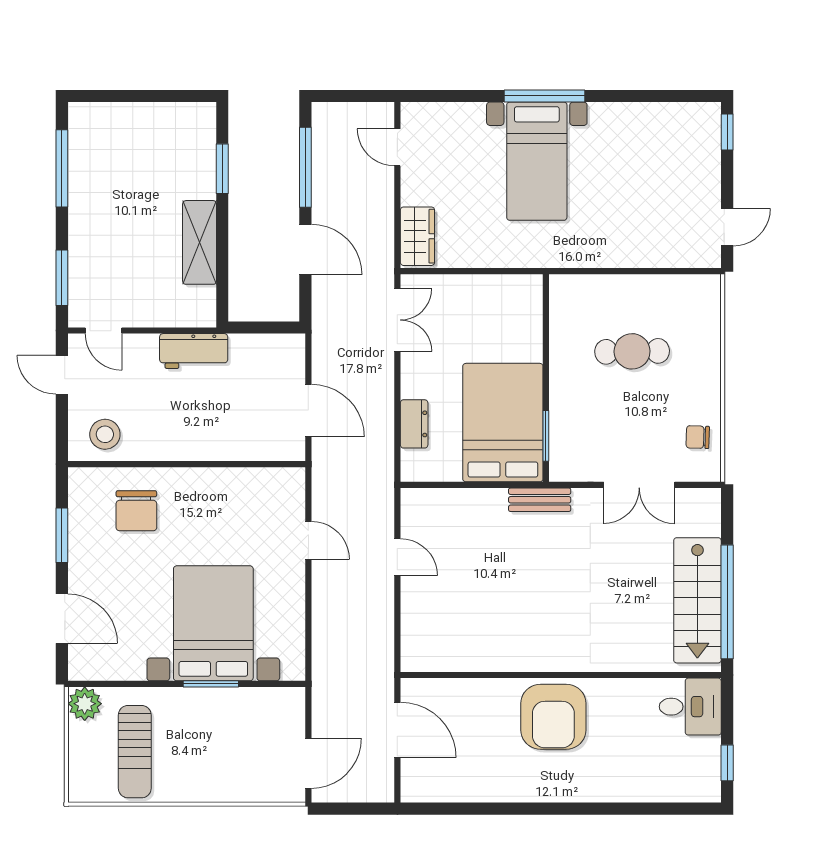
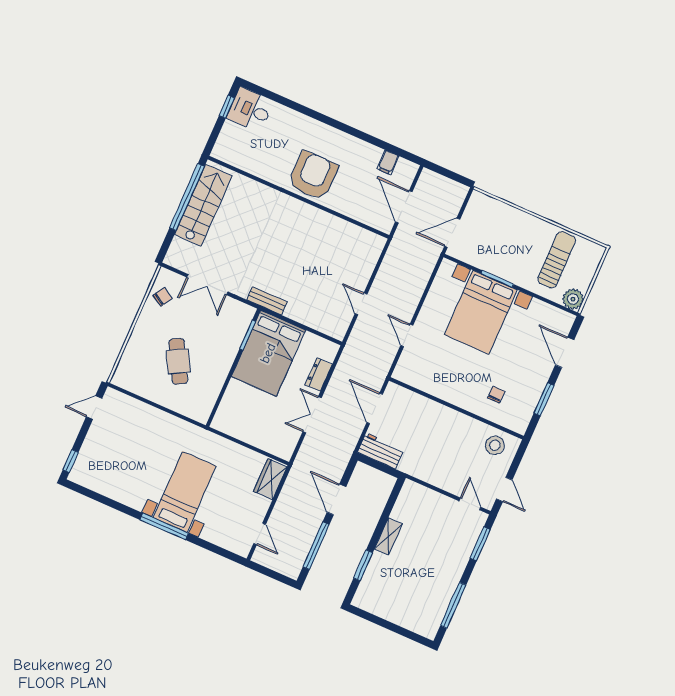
shelving: (200, 242) -> (388, 536), width x0.67, depth x0.75
double door: (397, 320) -> (312, 415), moved
workbench: (194, 351) -> (381, 451), moved
cafe table: (632, 351) -> (178, 361), turned 62
chair: (698, 437) -> (163, 297), turned -60
double door: (639, 485) -> (207, 285), swing flipped
chair: (136, 511) -> (496, 395), width x0.54, depth x0.54
desk: (690, 707) -> (250, 110), moved
door: (308, 763) -> (452, 233), moved
filing cabinet: (450, 786) -> (388, 162), added

